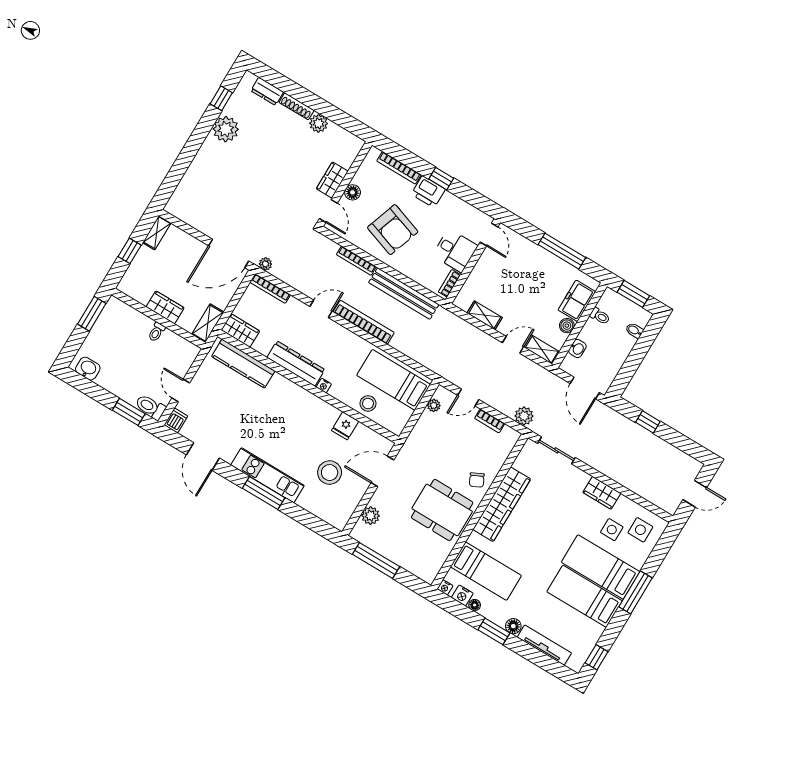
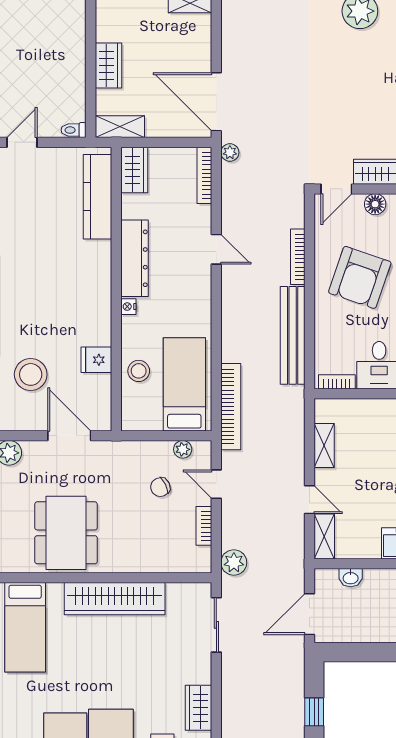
bookcase: (364, 322) -> (231, 407), moved
boiler: (567, 326) -> (370, 549), removed
toilet: (156, 332) -> (74, 130), moved
chair: (477, 480) -> (160, 487), moved

